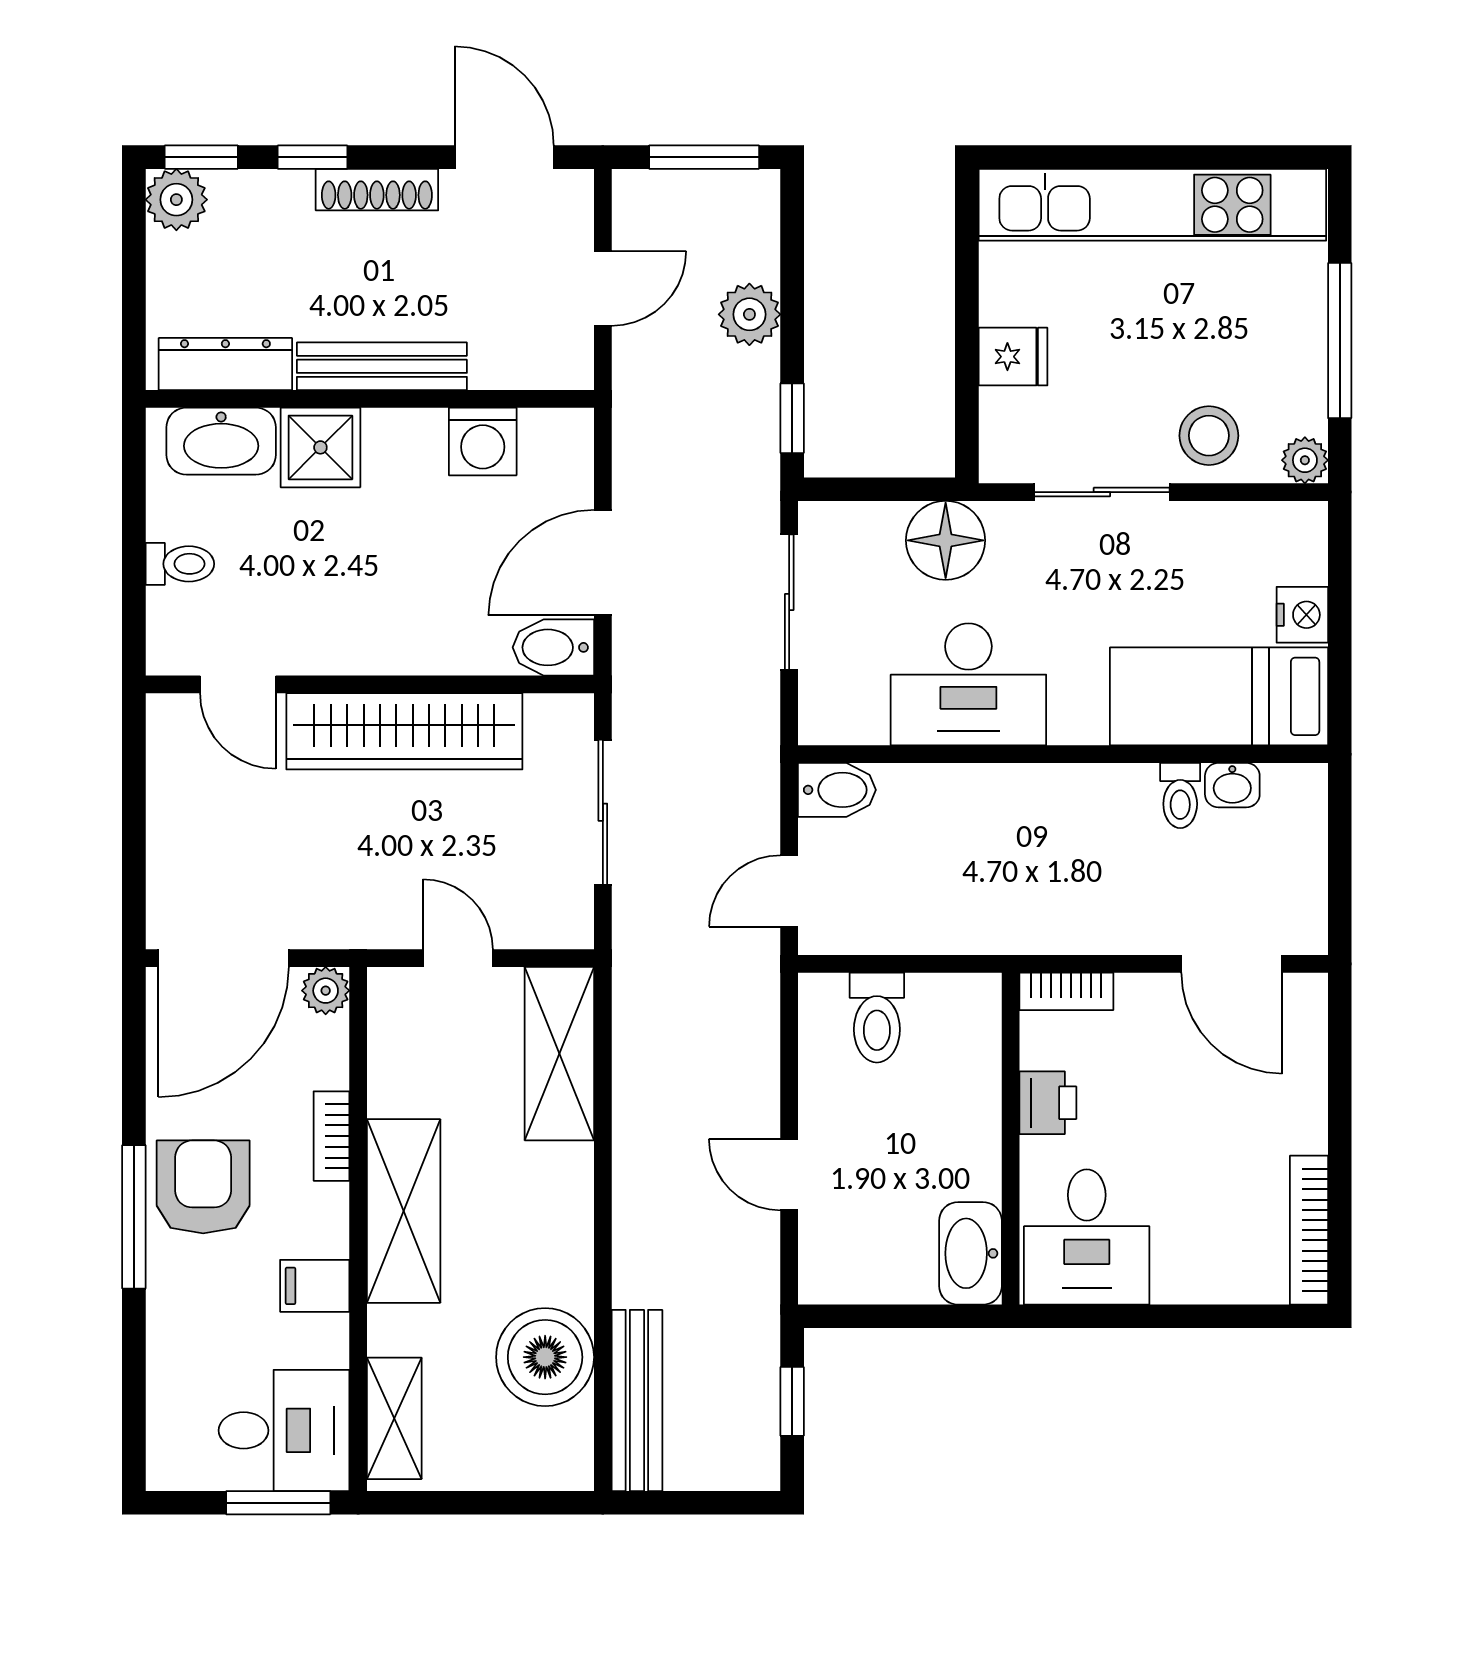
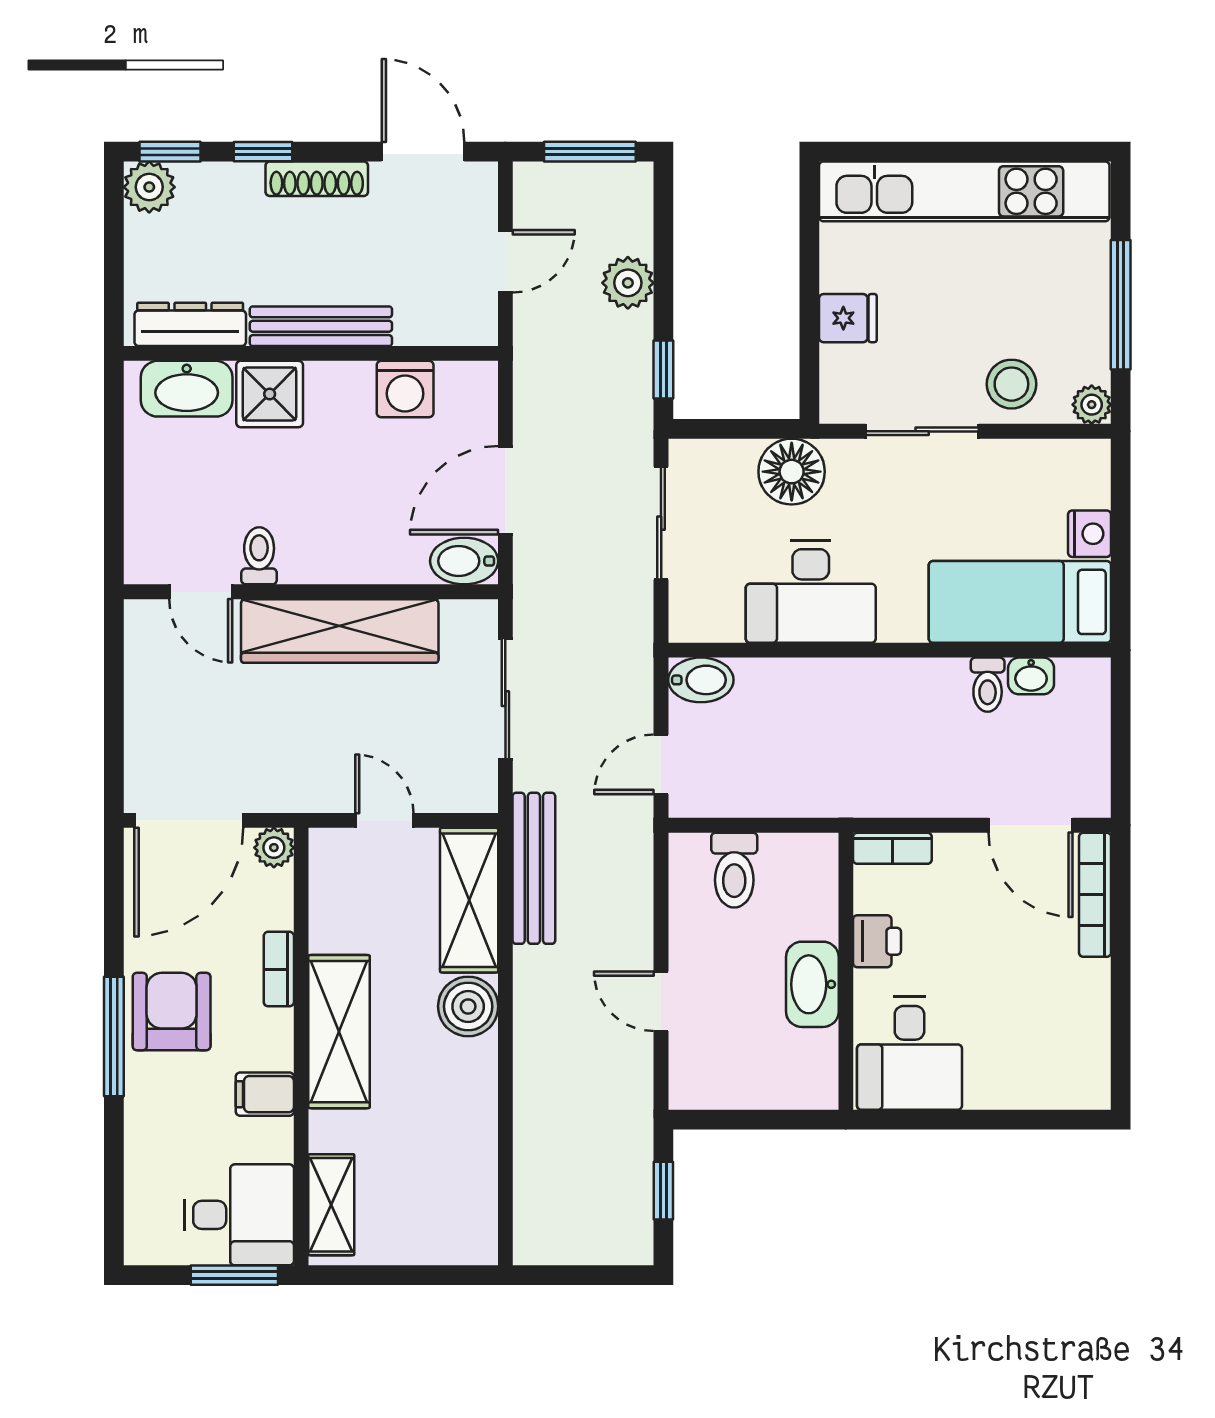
toilet: (180, 564) -> (259, 556), moved, turned -90
bookcase: (1309, 1230) -> (1095, 895), moved
washbasin: (970, 1253) -> (812, 984), moved
boiler: (545, 1357) -> (468, 1006), moved, width x0.73, depth x0.73
bench: (637, 1400) -> (534, 868), moved

